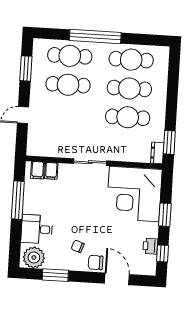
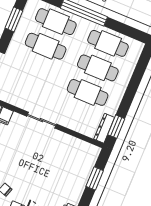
dresser: (157, 153) -> (104, 128), width x1.44
corner desk: (134, 194) -> (70, 161), removed
window: (165, 215) -> (95, 178), moved

